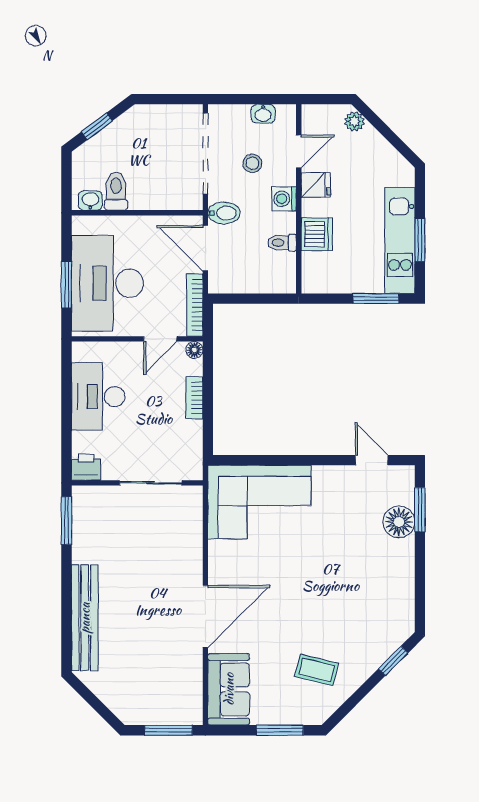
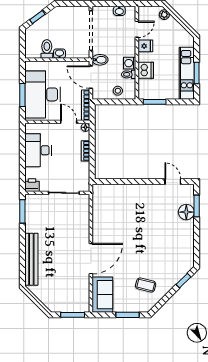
stool: (252, 163) -> (118, 91), moved
washing machine: (284, 199) -> (130, 63), moved
washbasin: (90, 201) -> (59, 54), moved
window: (376, 299) -> (155, 102), moved
door: (160, 339) -> (69, 122), swing flipped
corner sofa: (259, 502) -> (118, 202), removed

